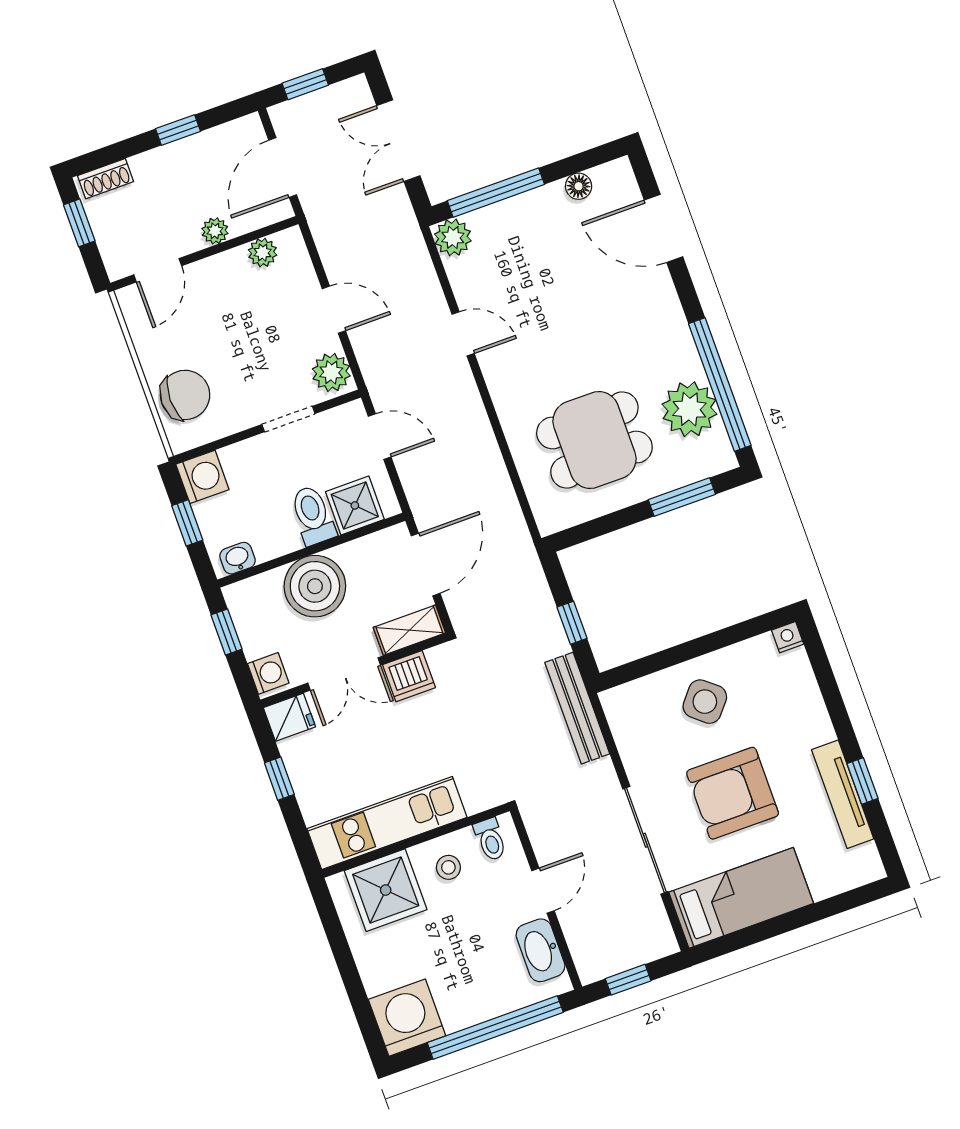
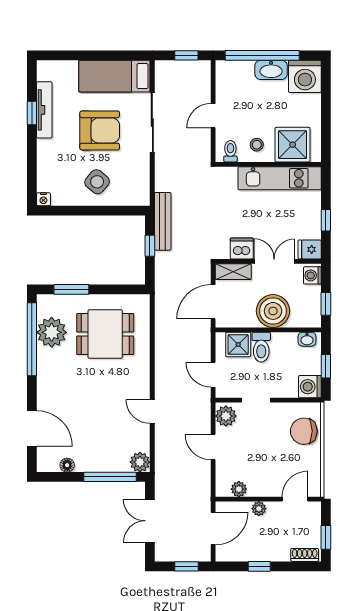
double door: (398, 141) -> (150, 521), swing flipped
bench: (577, 708) -> (163, 221), moved
washbasin: (541, 950) -> (271, 70), moved, turned 90

